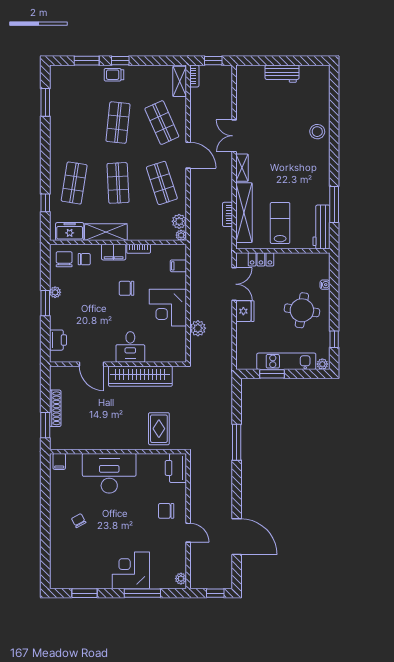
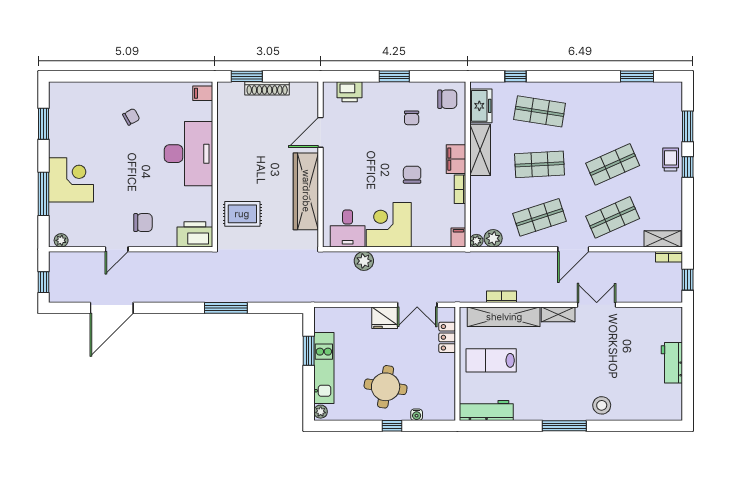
shop shelf: (118, 123) -> (613, 164), turned -30
window: (334, 205) -> (564, 426), moved
lab bench: (280, 223) -> (491, 360), turned 180
chair: (84, 259) -> (412, 118), moved
filing cabinet: (178, 266) -> (458, 237), moved
plant: (55, 292) -> (407, 88), removed
window: (334, 339) -> (392, 426), moved
desk: (130, 347) -> (348, 229), moved, turned -90
chair: (166, 511) -> (143, 223), turned 90

